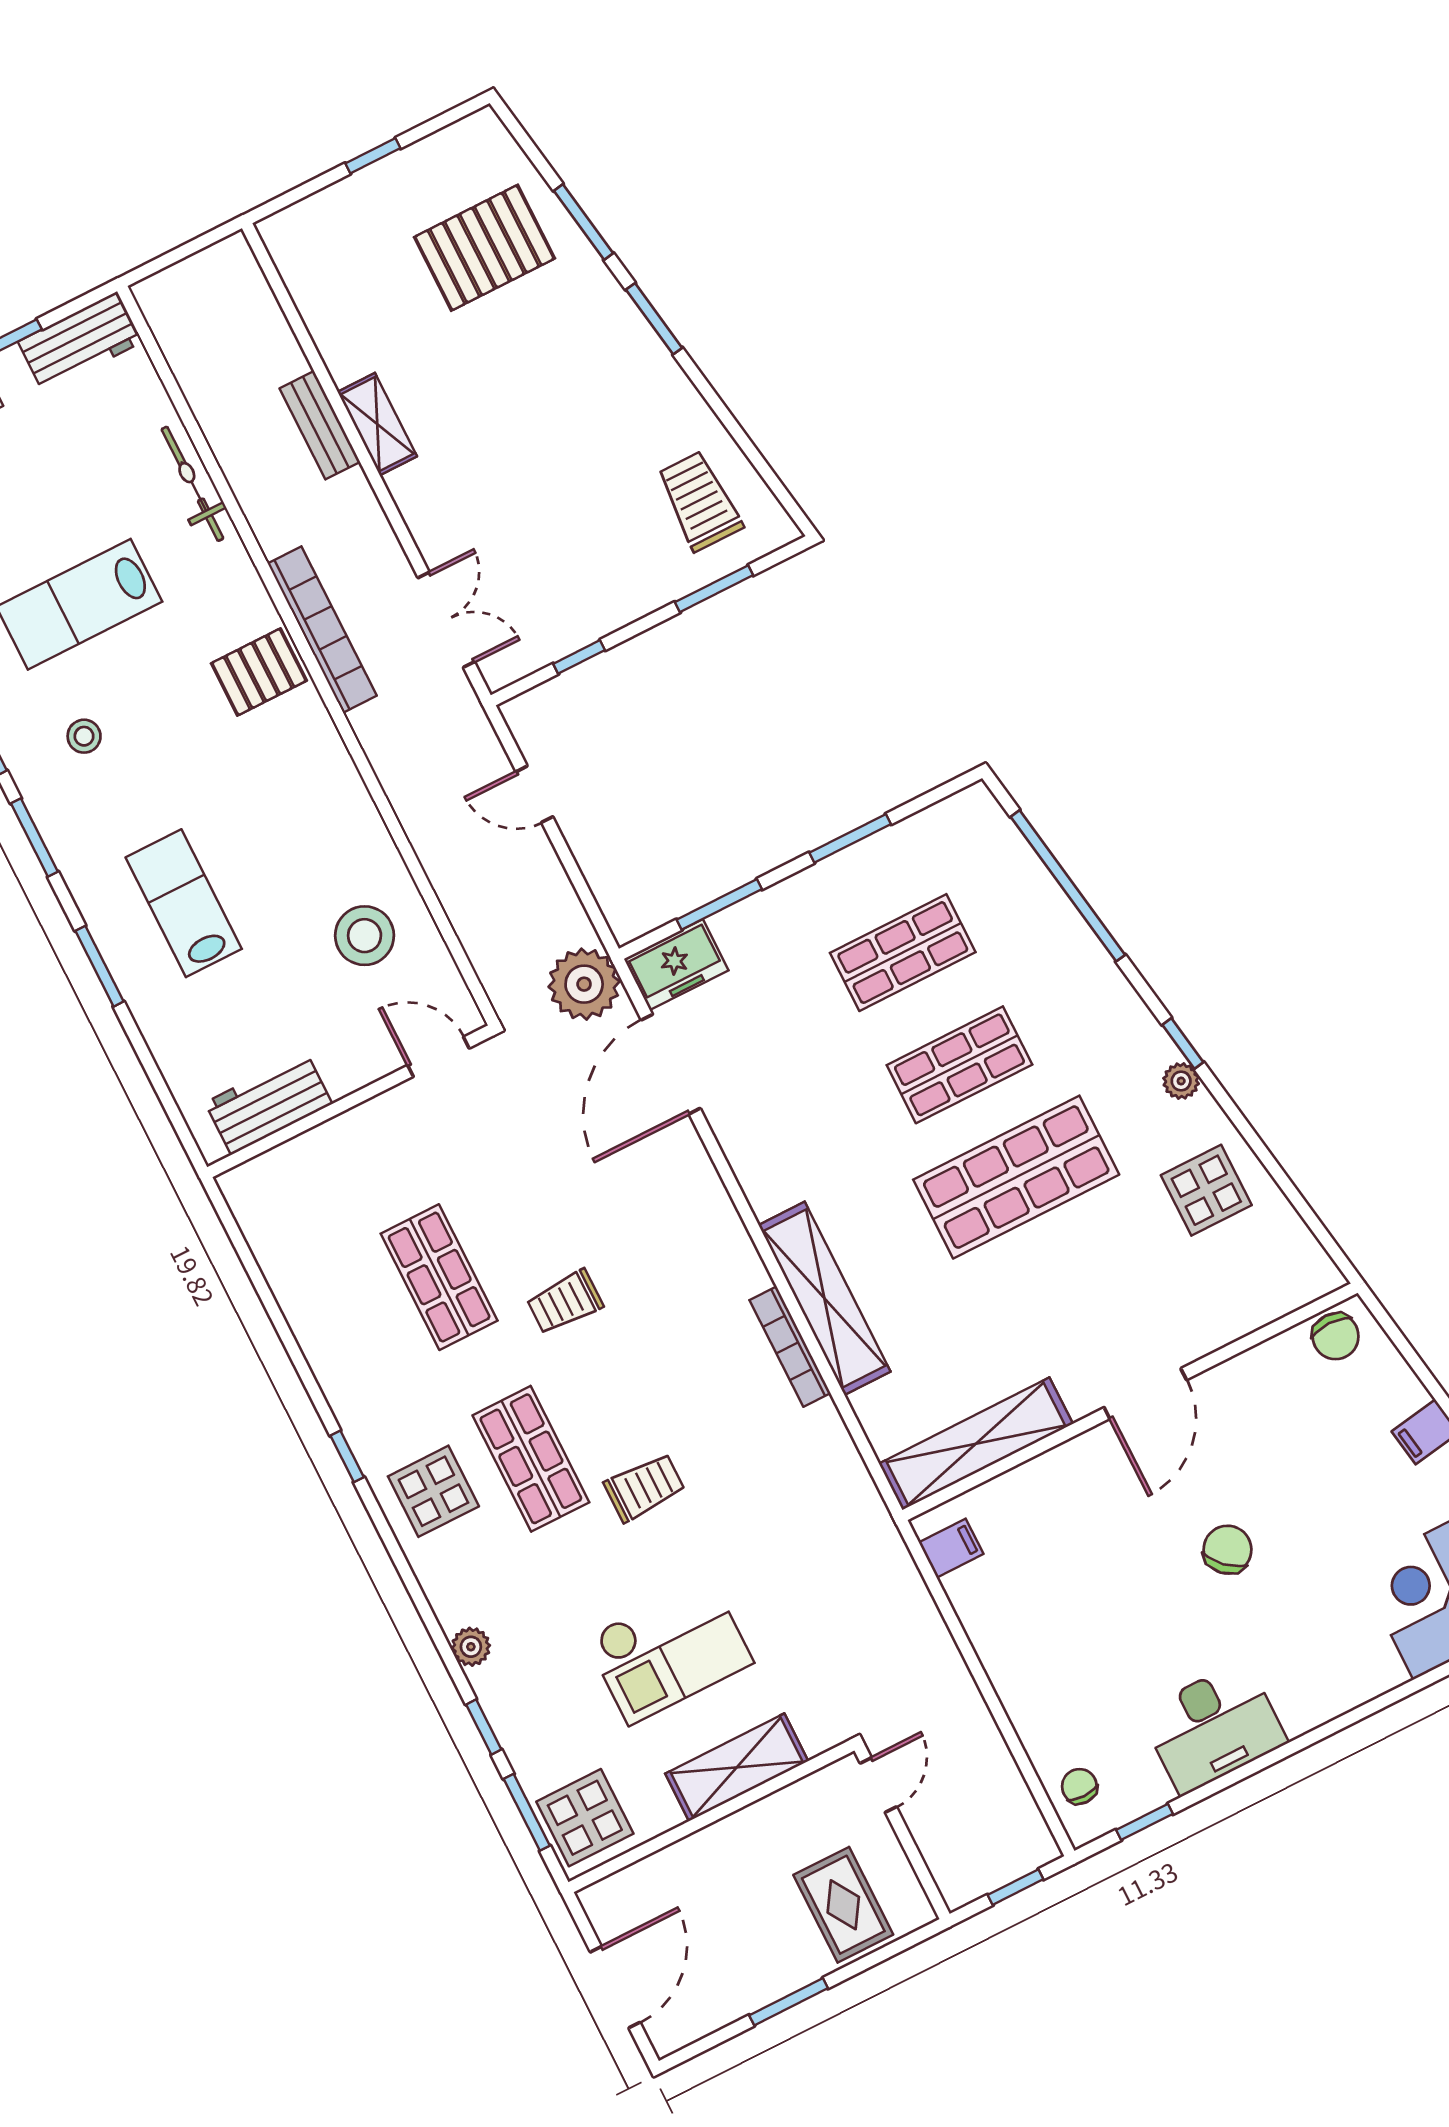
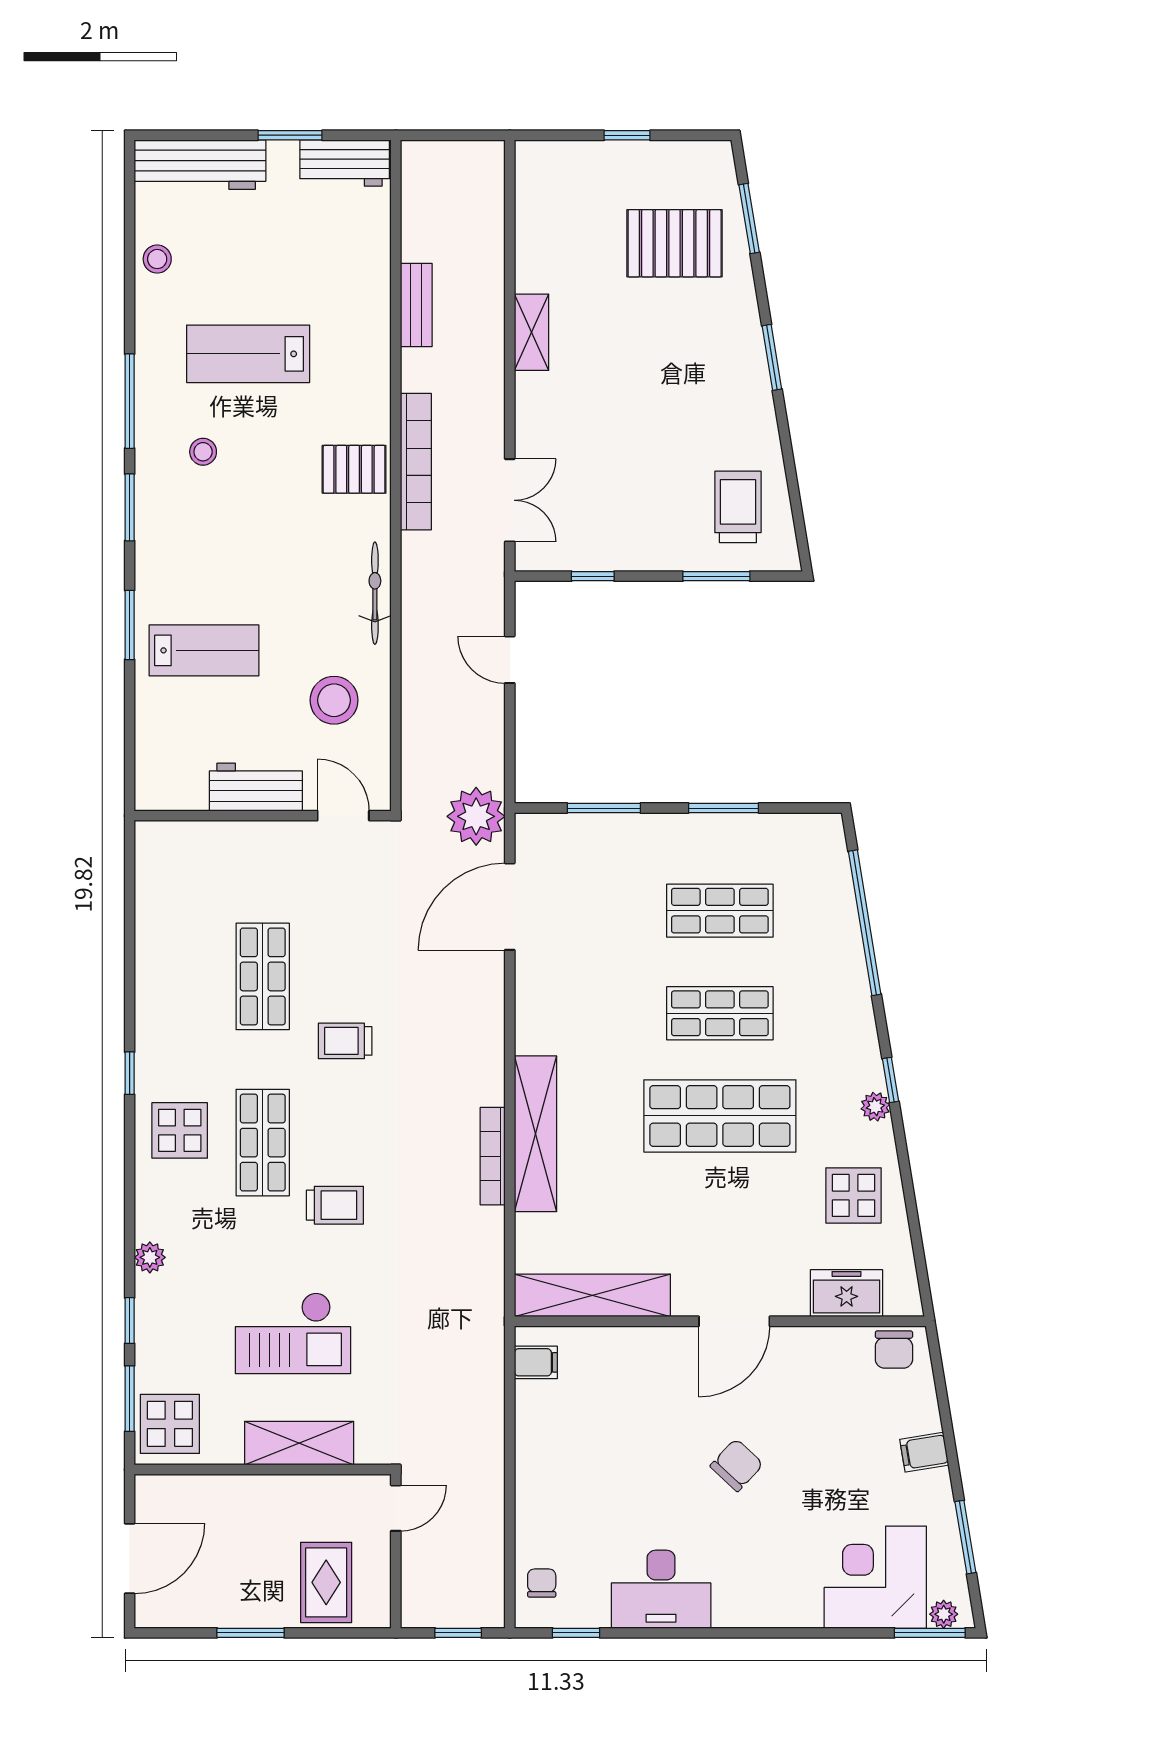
window: (583, 222) -> (749, 218), moved
bench: (320, 425) -> (416, 305), moved
bicycle: (192, 484) -> (375, 593), moved
lab bench: (184, 903) -> (204, 650), moved, turned 90
freezer: (676, 965) -> (847, 1293), moved, turned 180
workbench: (269, 1103) -> (256, 787), moved

